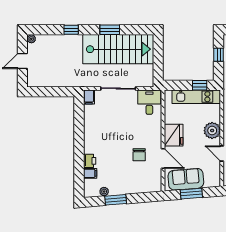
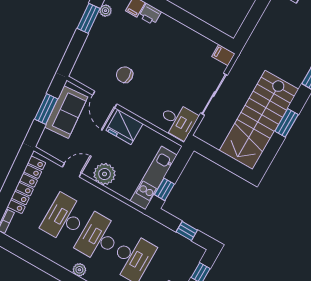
door: (163, 158) -> (105, 100), hinge flipped

